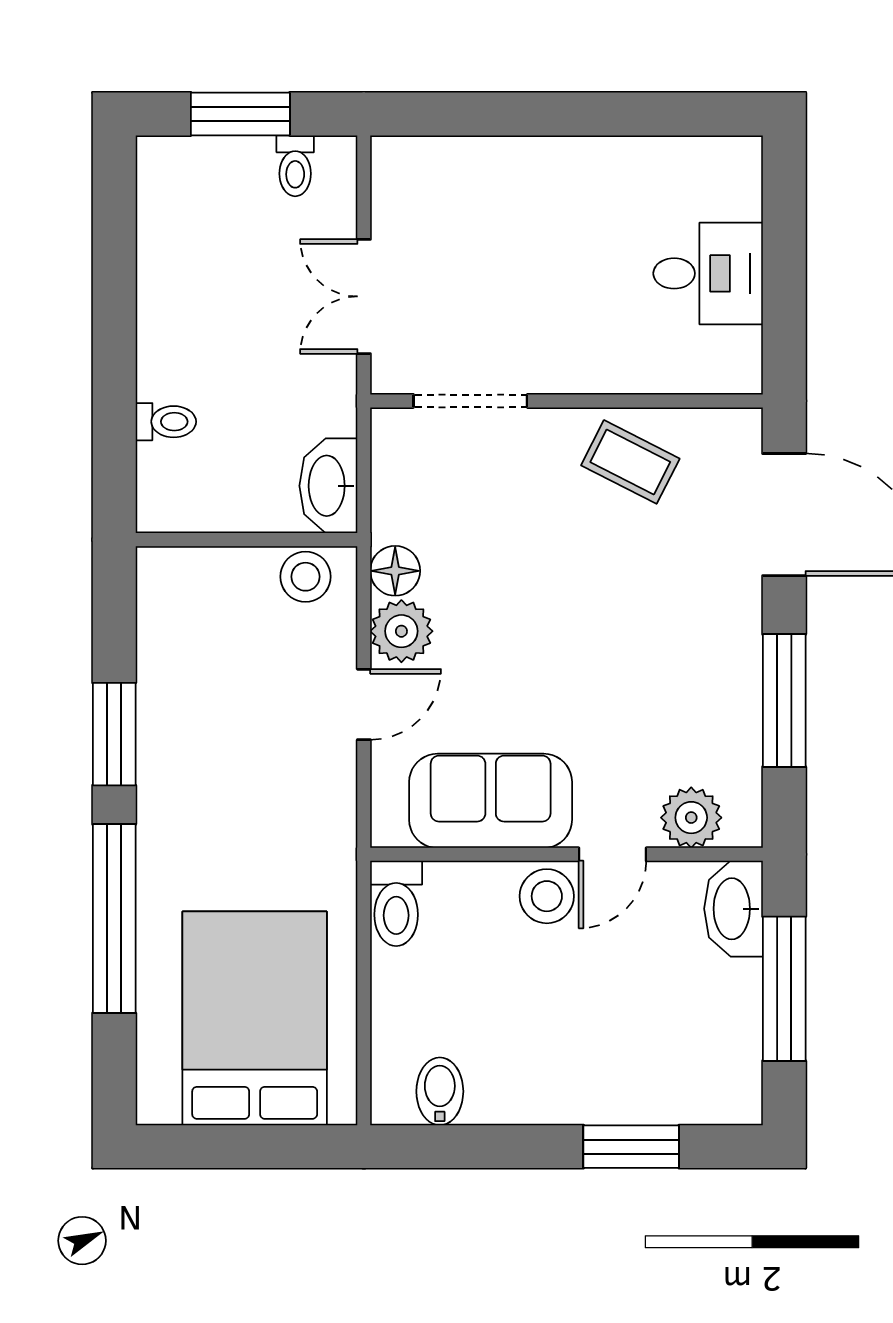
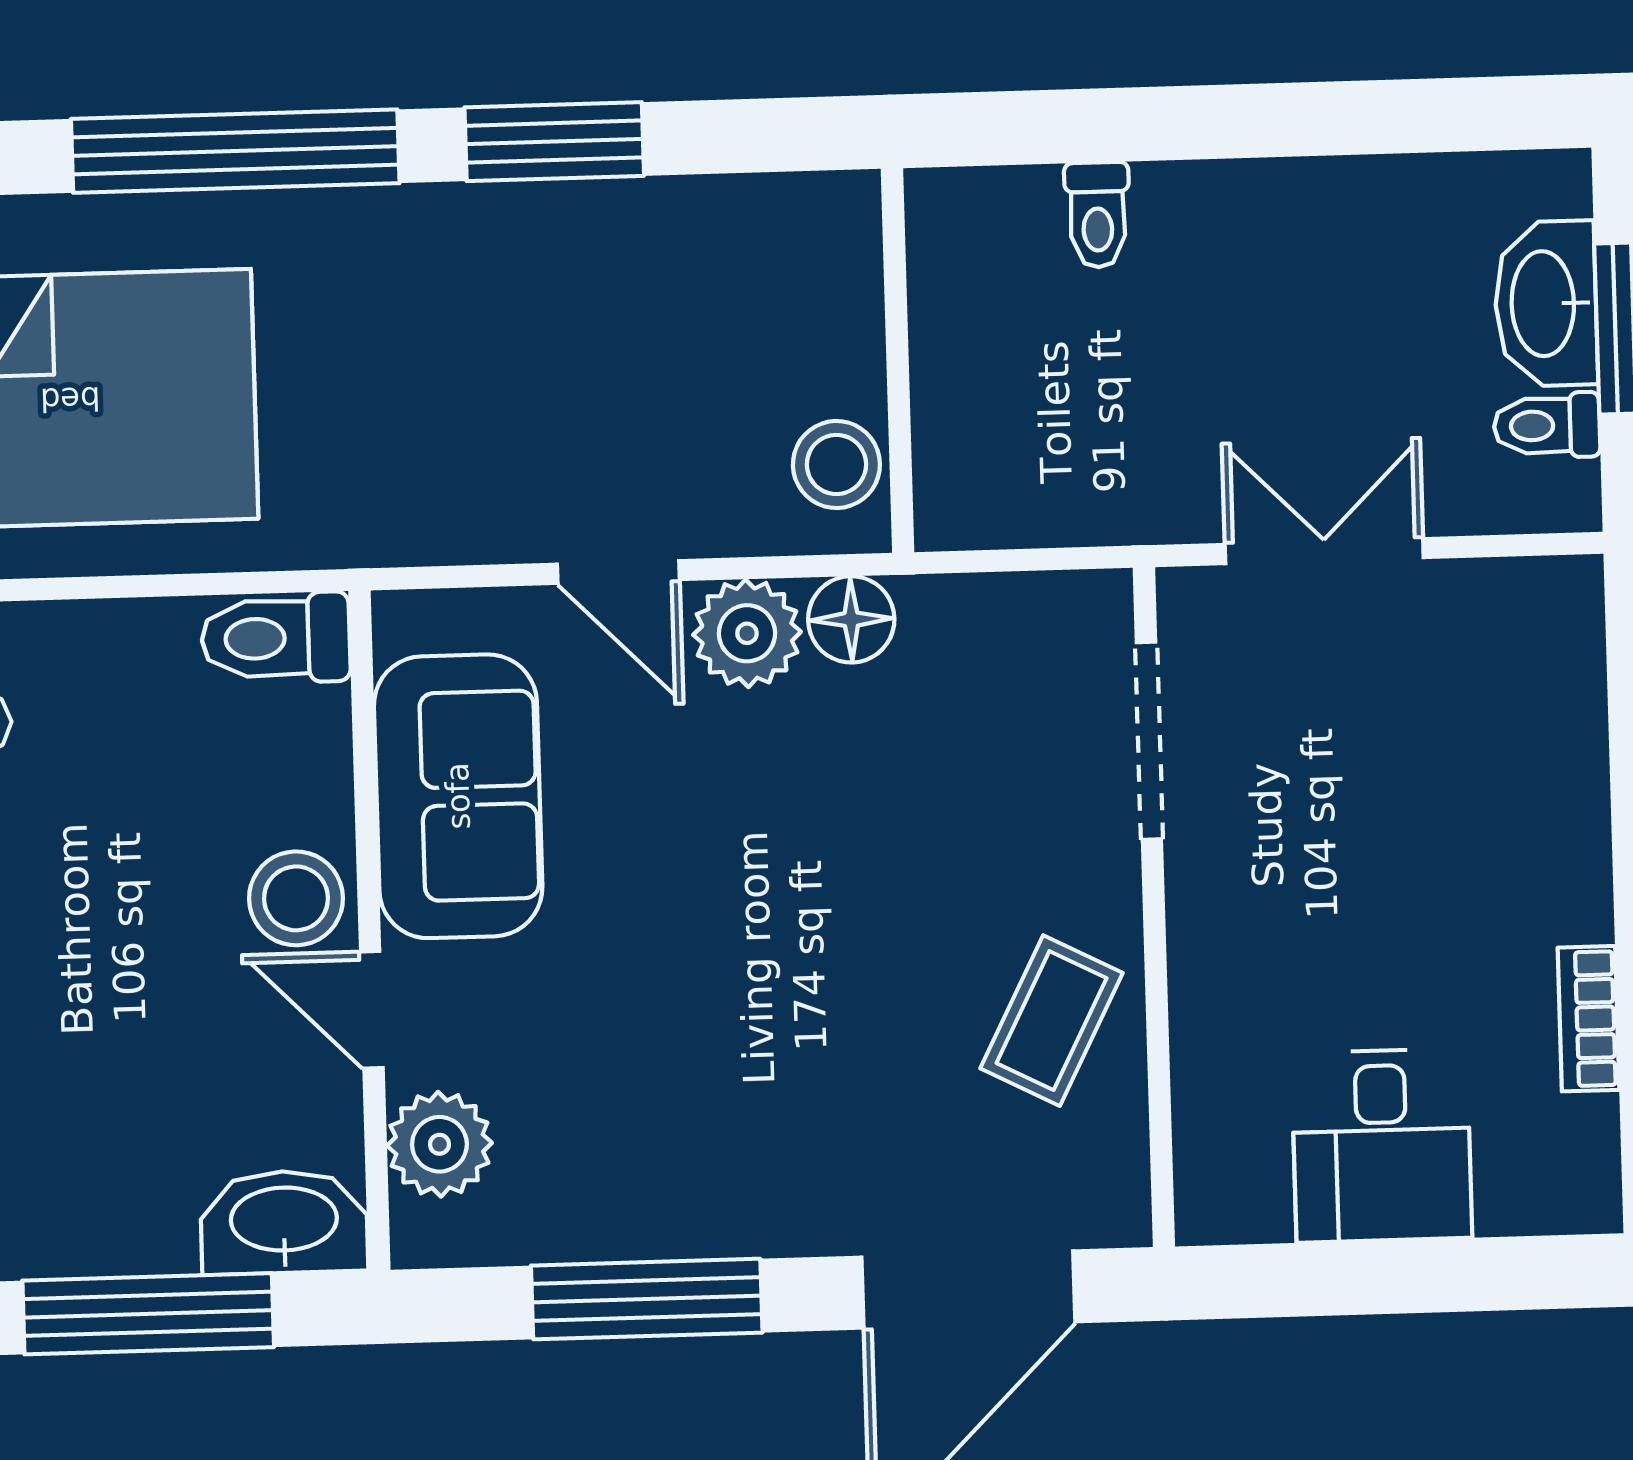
bookcase: (638, 152) -> (1588, 1019), added
washbasin: (328, 486) -> (1546, 304), moved, turned -90

